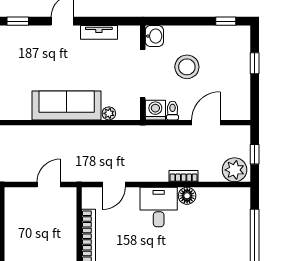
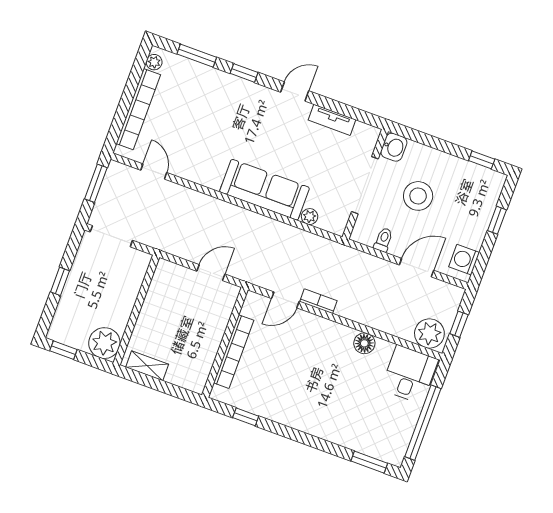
washing machine: (155, 110) -> (464, 260), moved, turned -90
bookcase: (184, 176) -> (318, 301), moved
desk: (159, 207) -> (409, 374), moved

